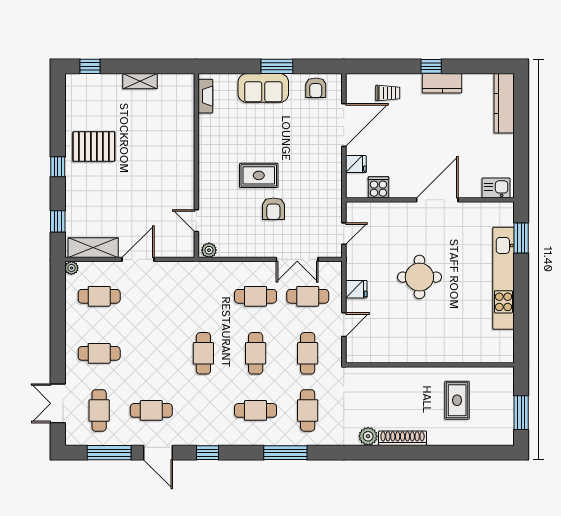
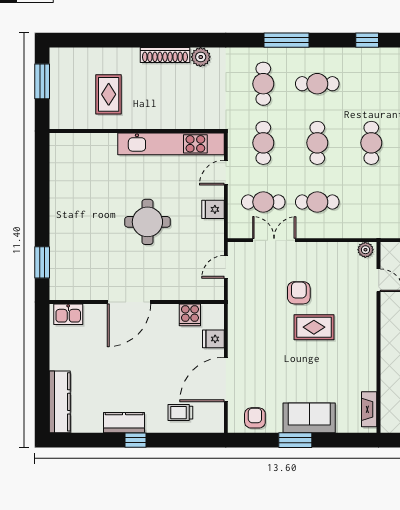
kitchen unit: (503, 278) -> (171, 144), moved, turned 90

